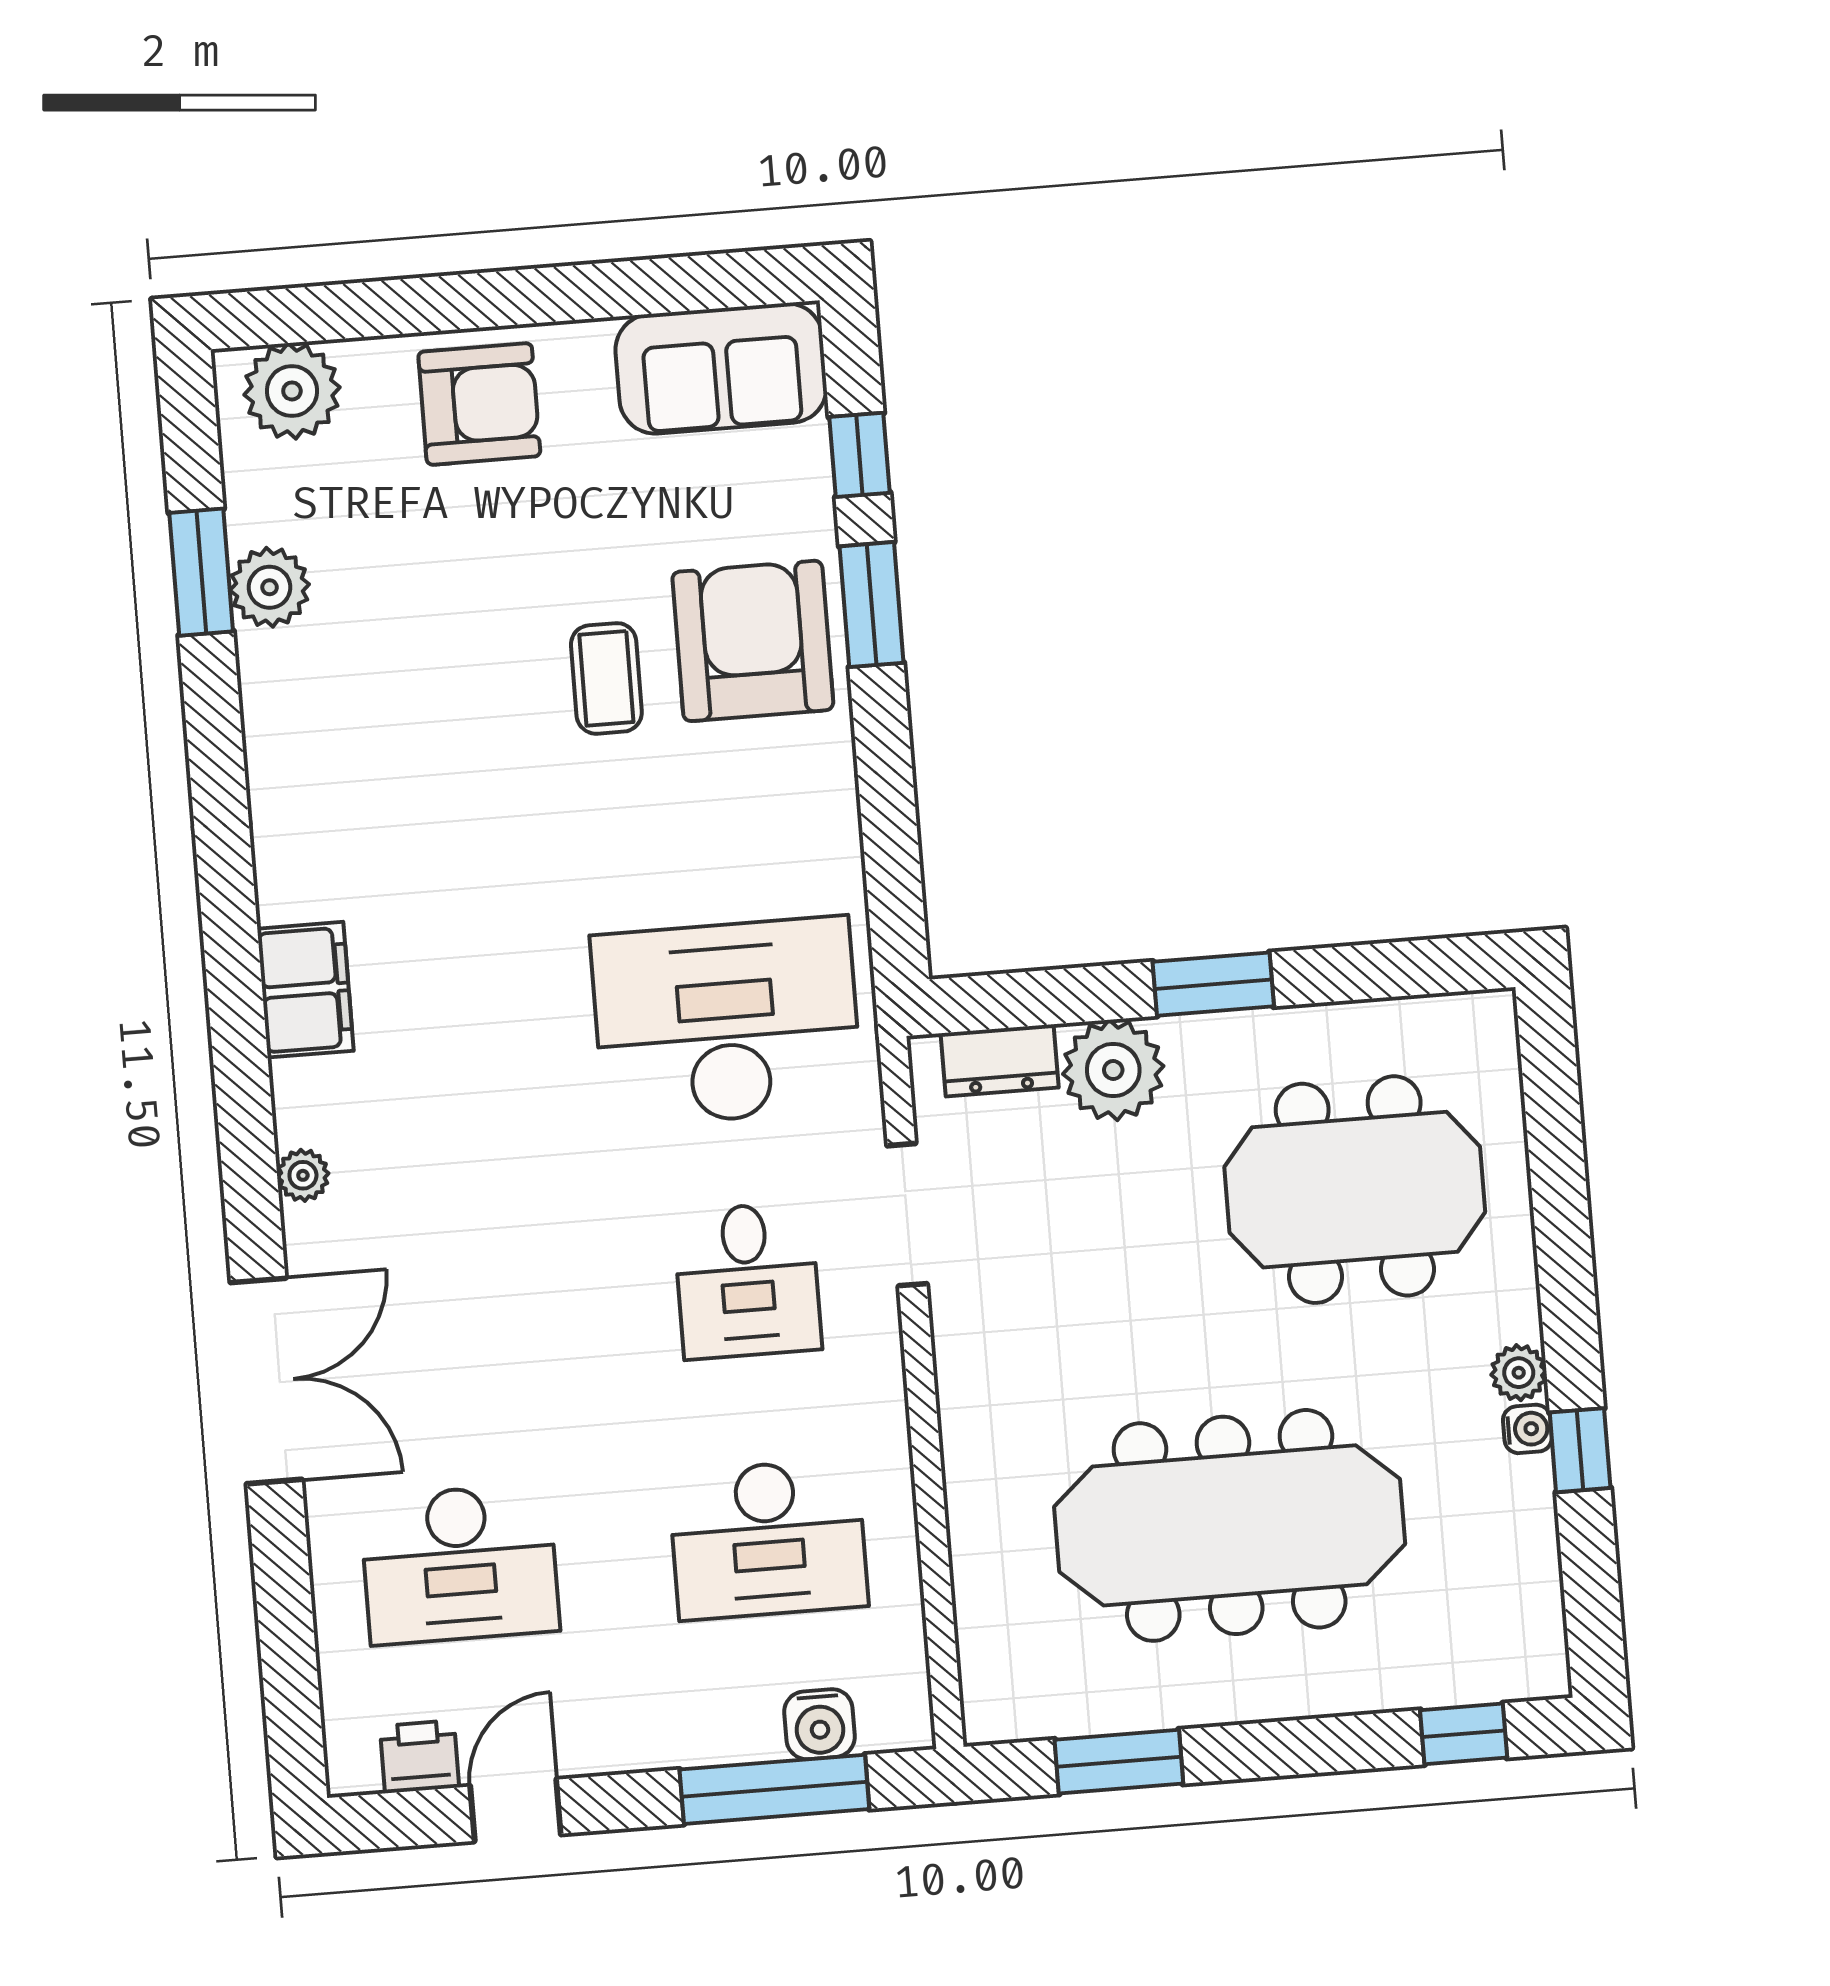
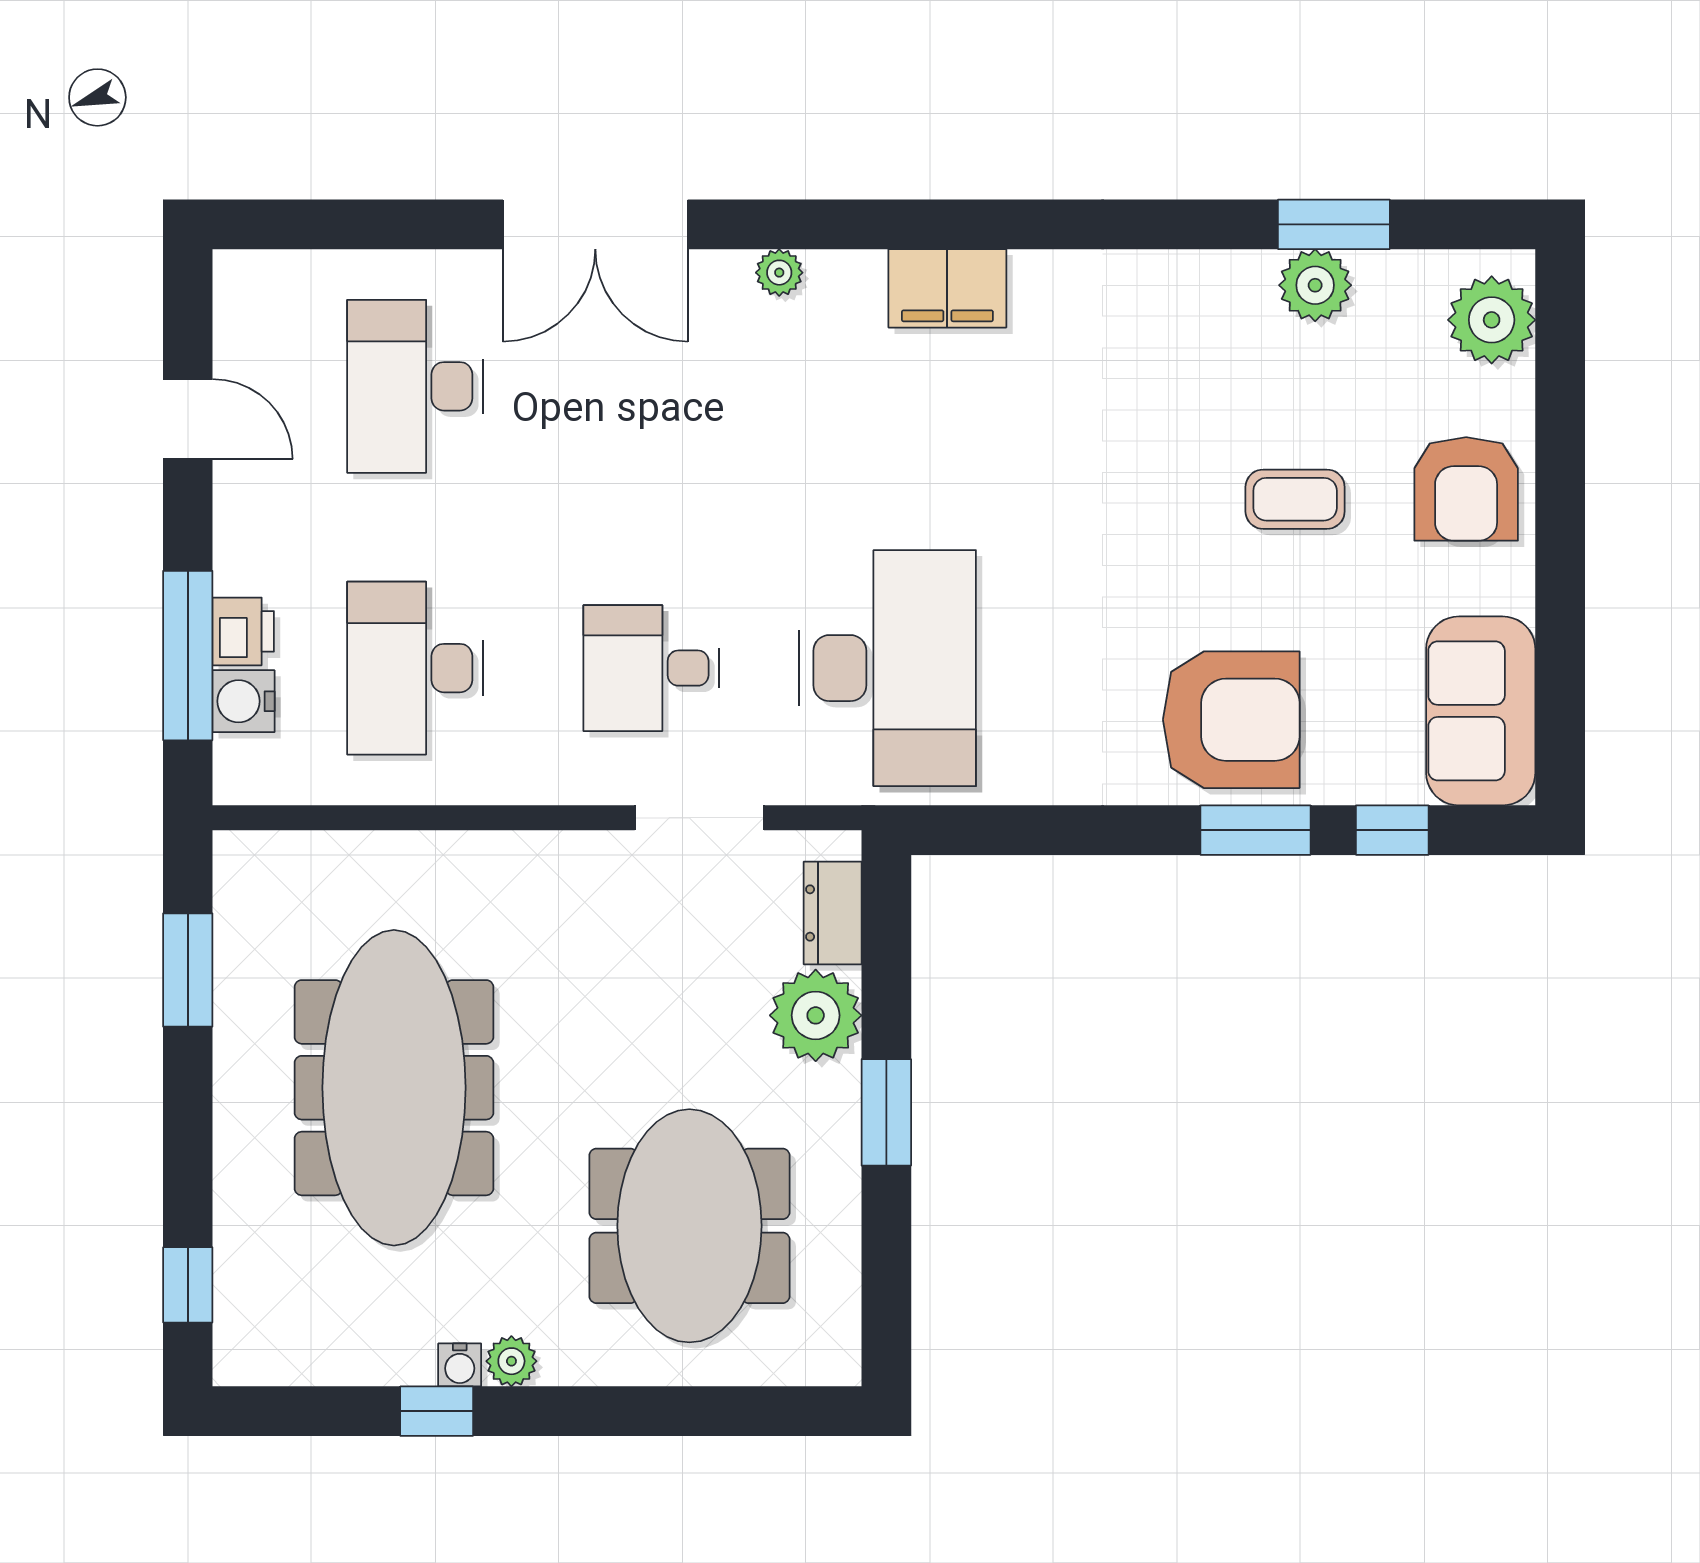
coffee table: (606, 678) -> (1295, 499), moved
printer: (419, 1757) -> (243, 631), moved

